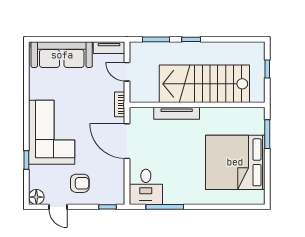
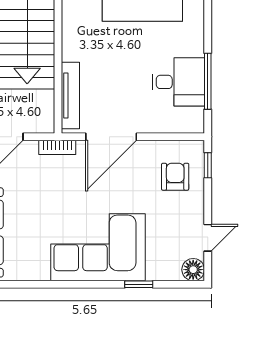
tv unit: (177, 113) -> (70, 95), moved
armchair: (80, 183) -> (175, 177), moved
desk: (146, 187) -> (178, 82), moved

